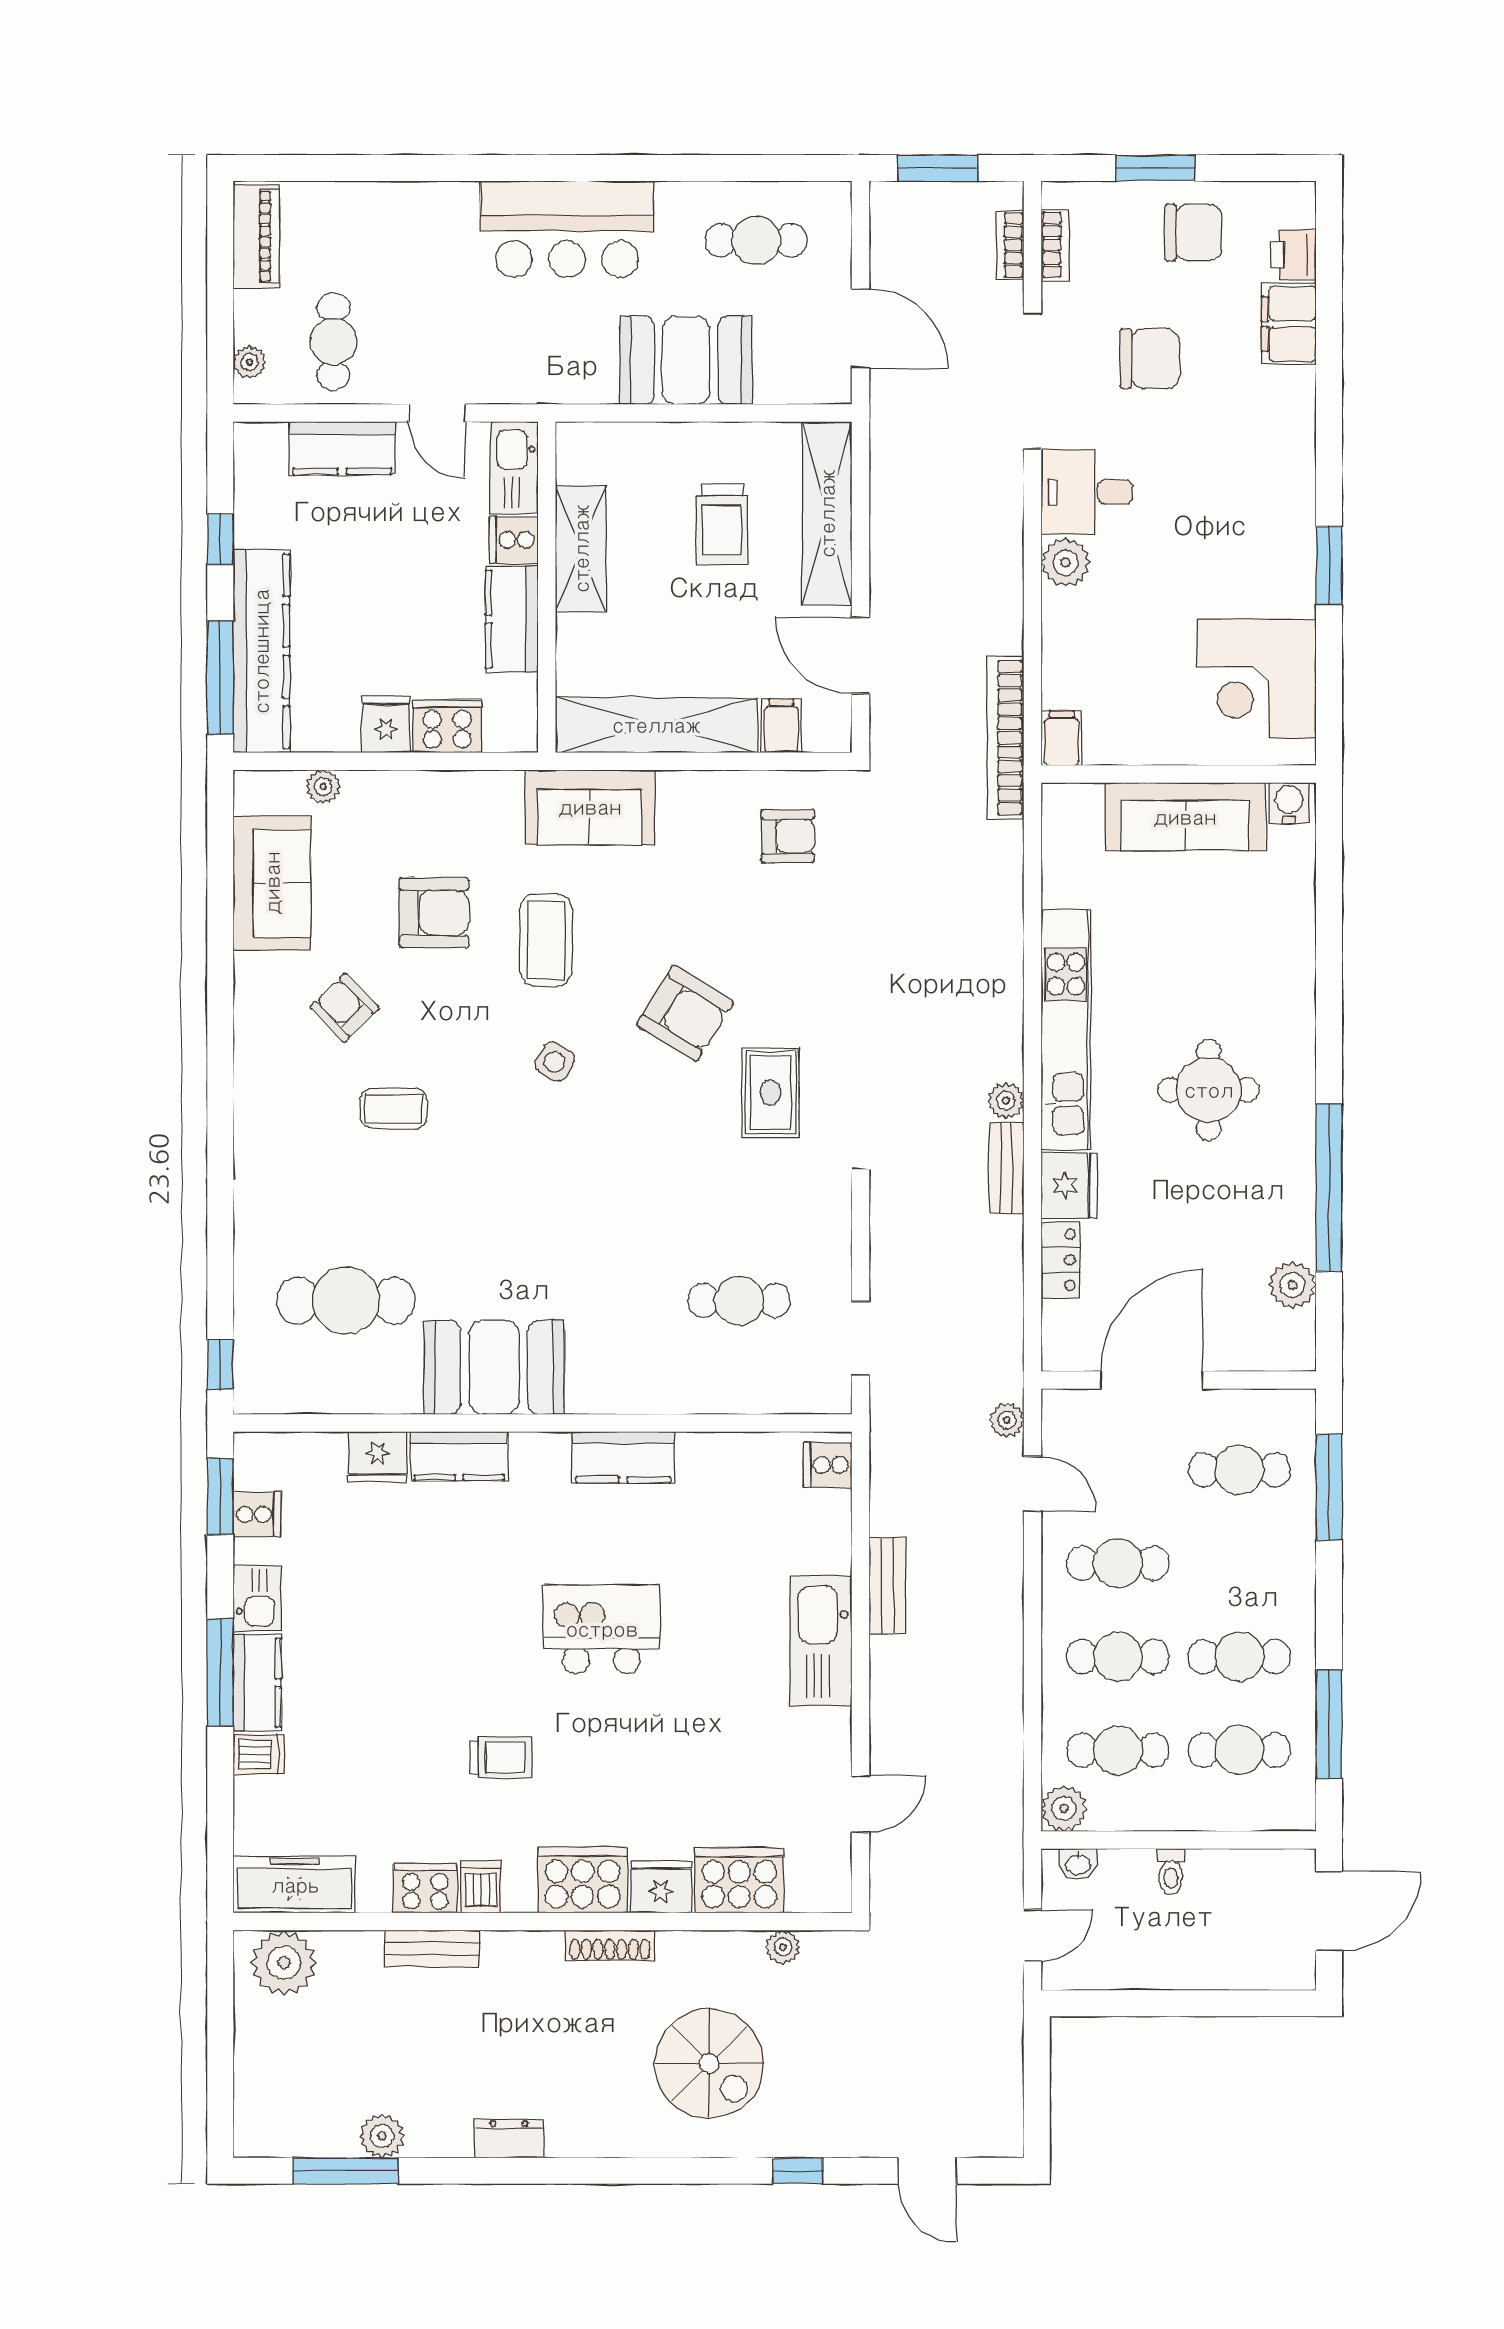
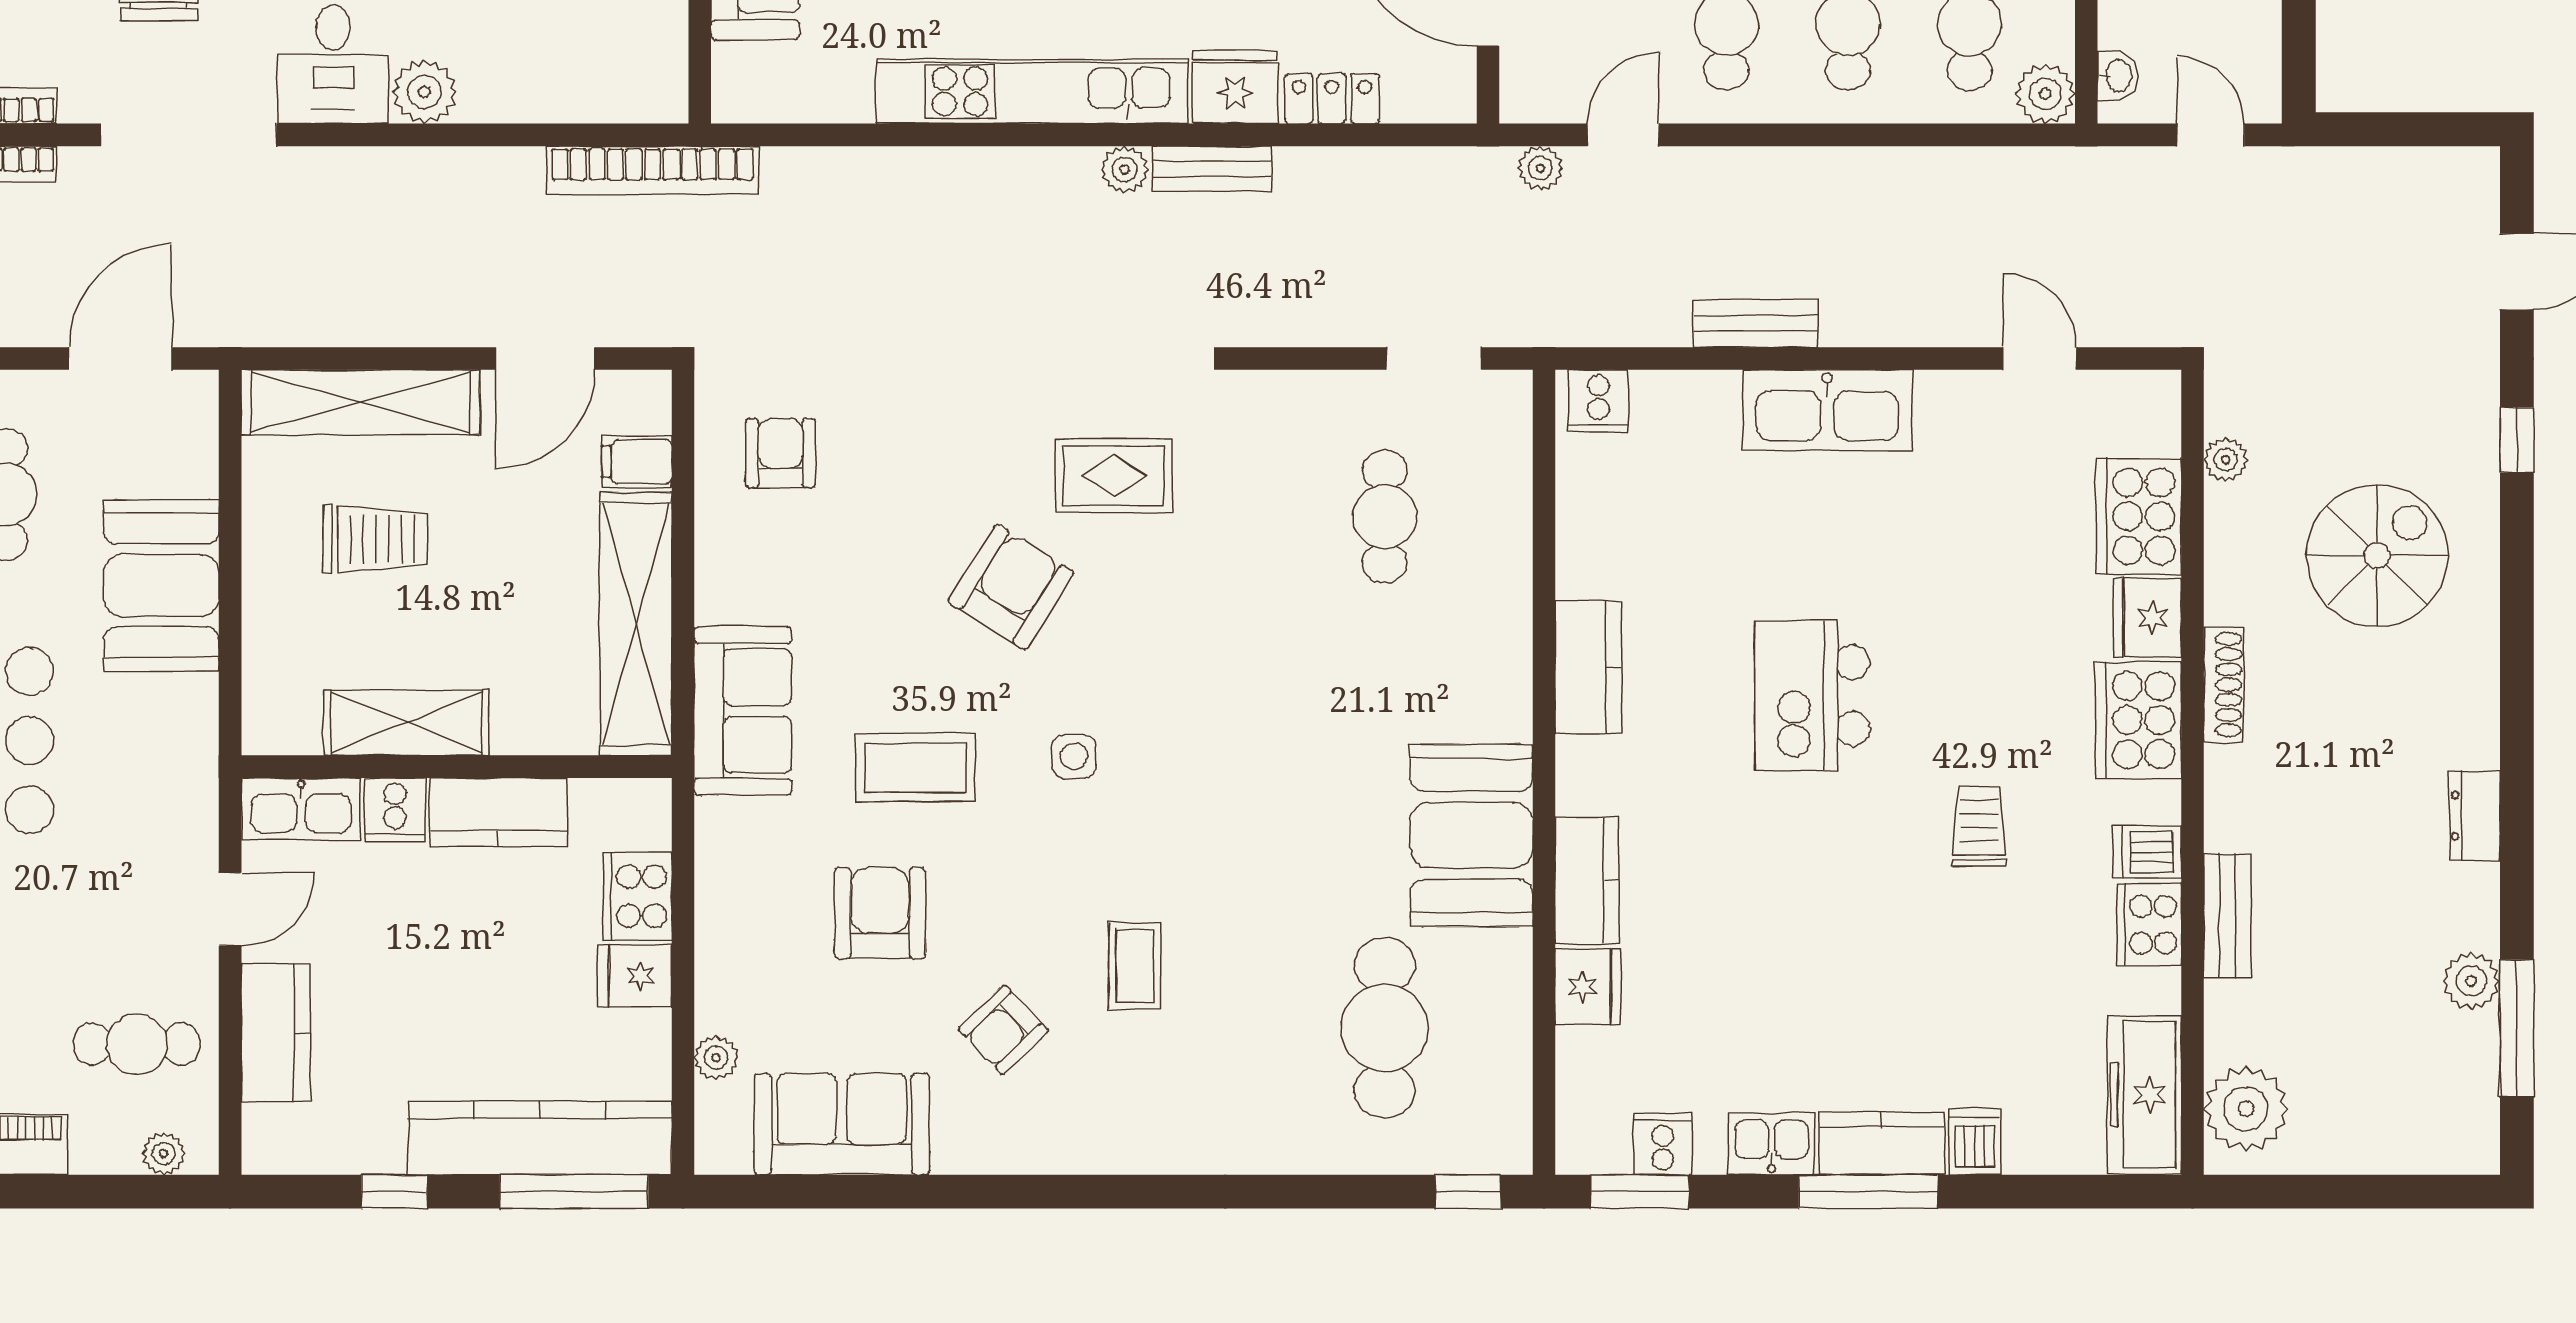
filing cabinet: (1062, 738) -> (653, 97), removed
side table: (555, 1062) -> (1074, 756), turned -32

